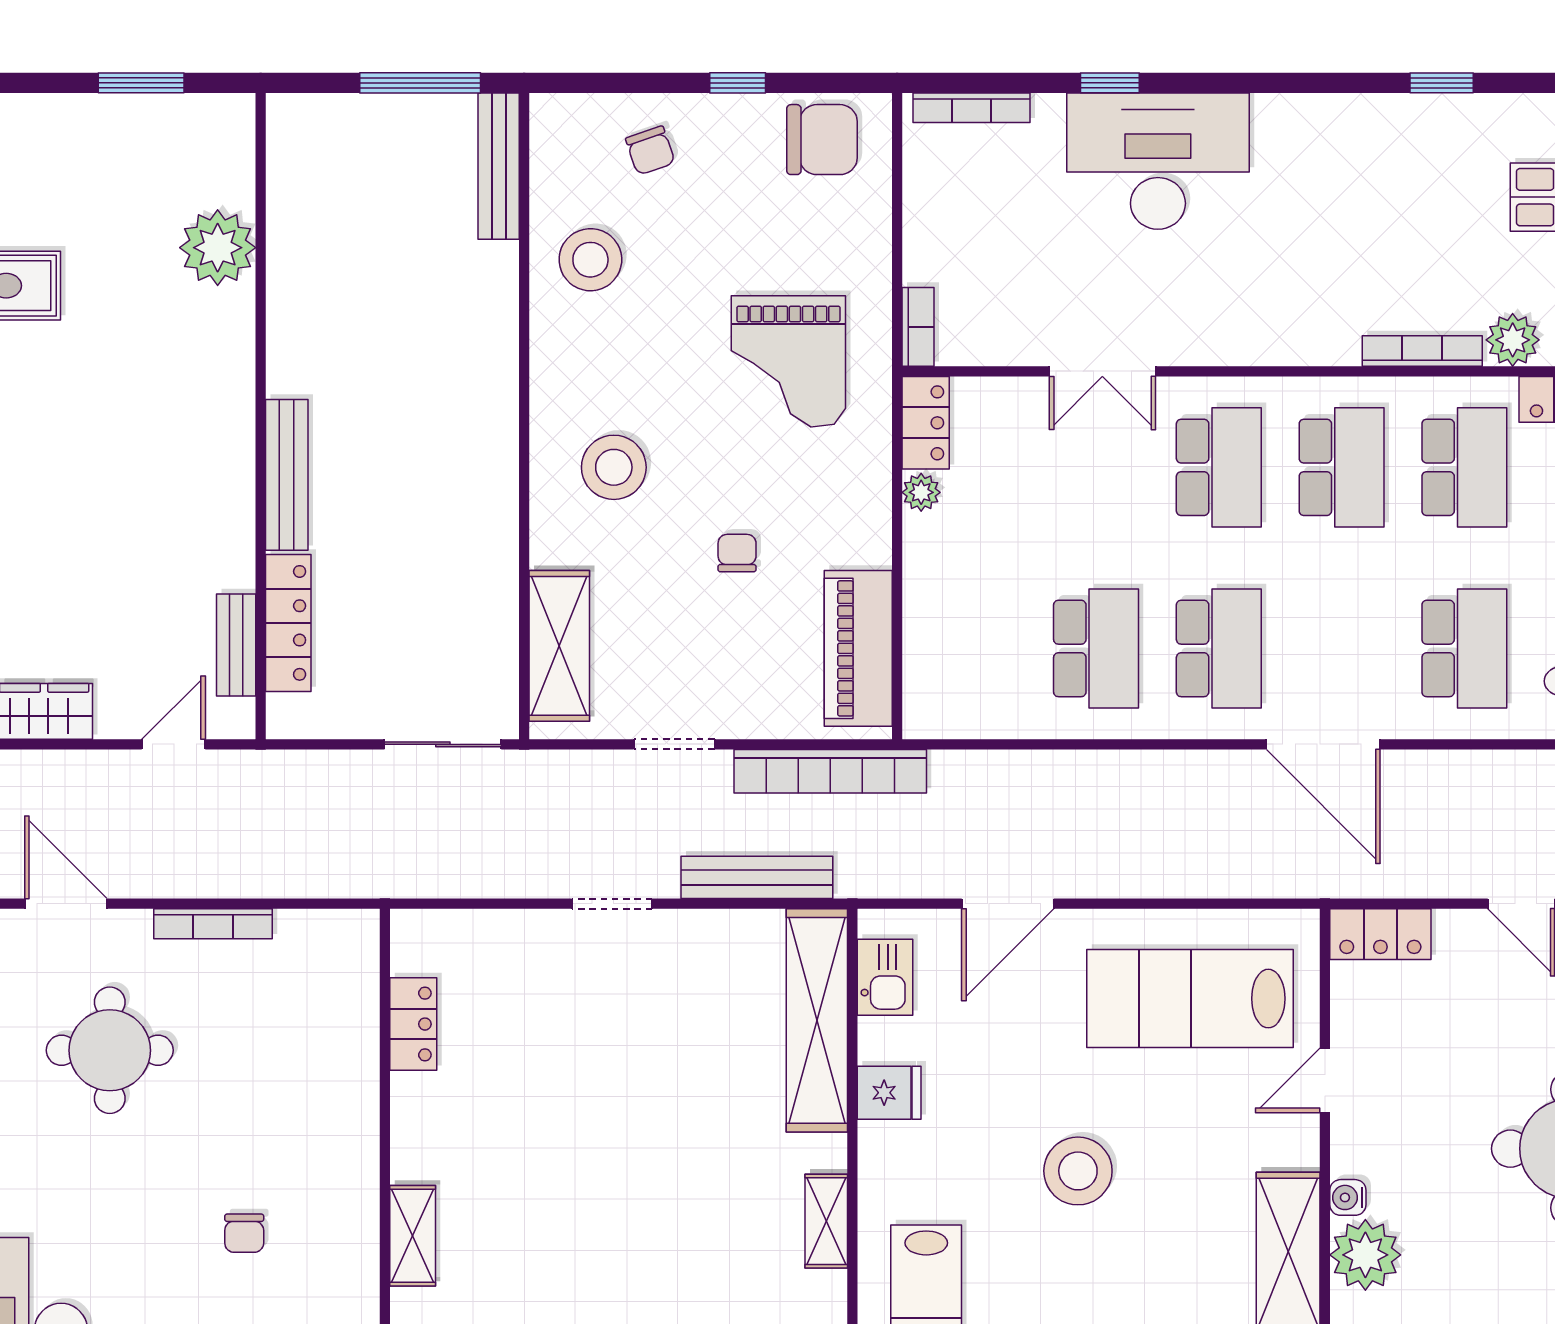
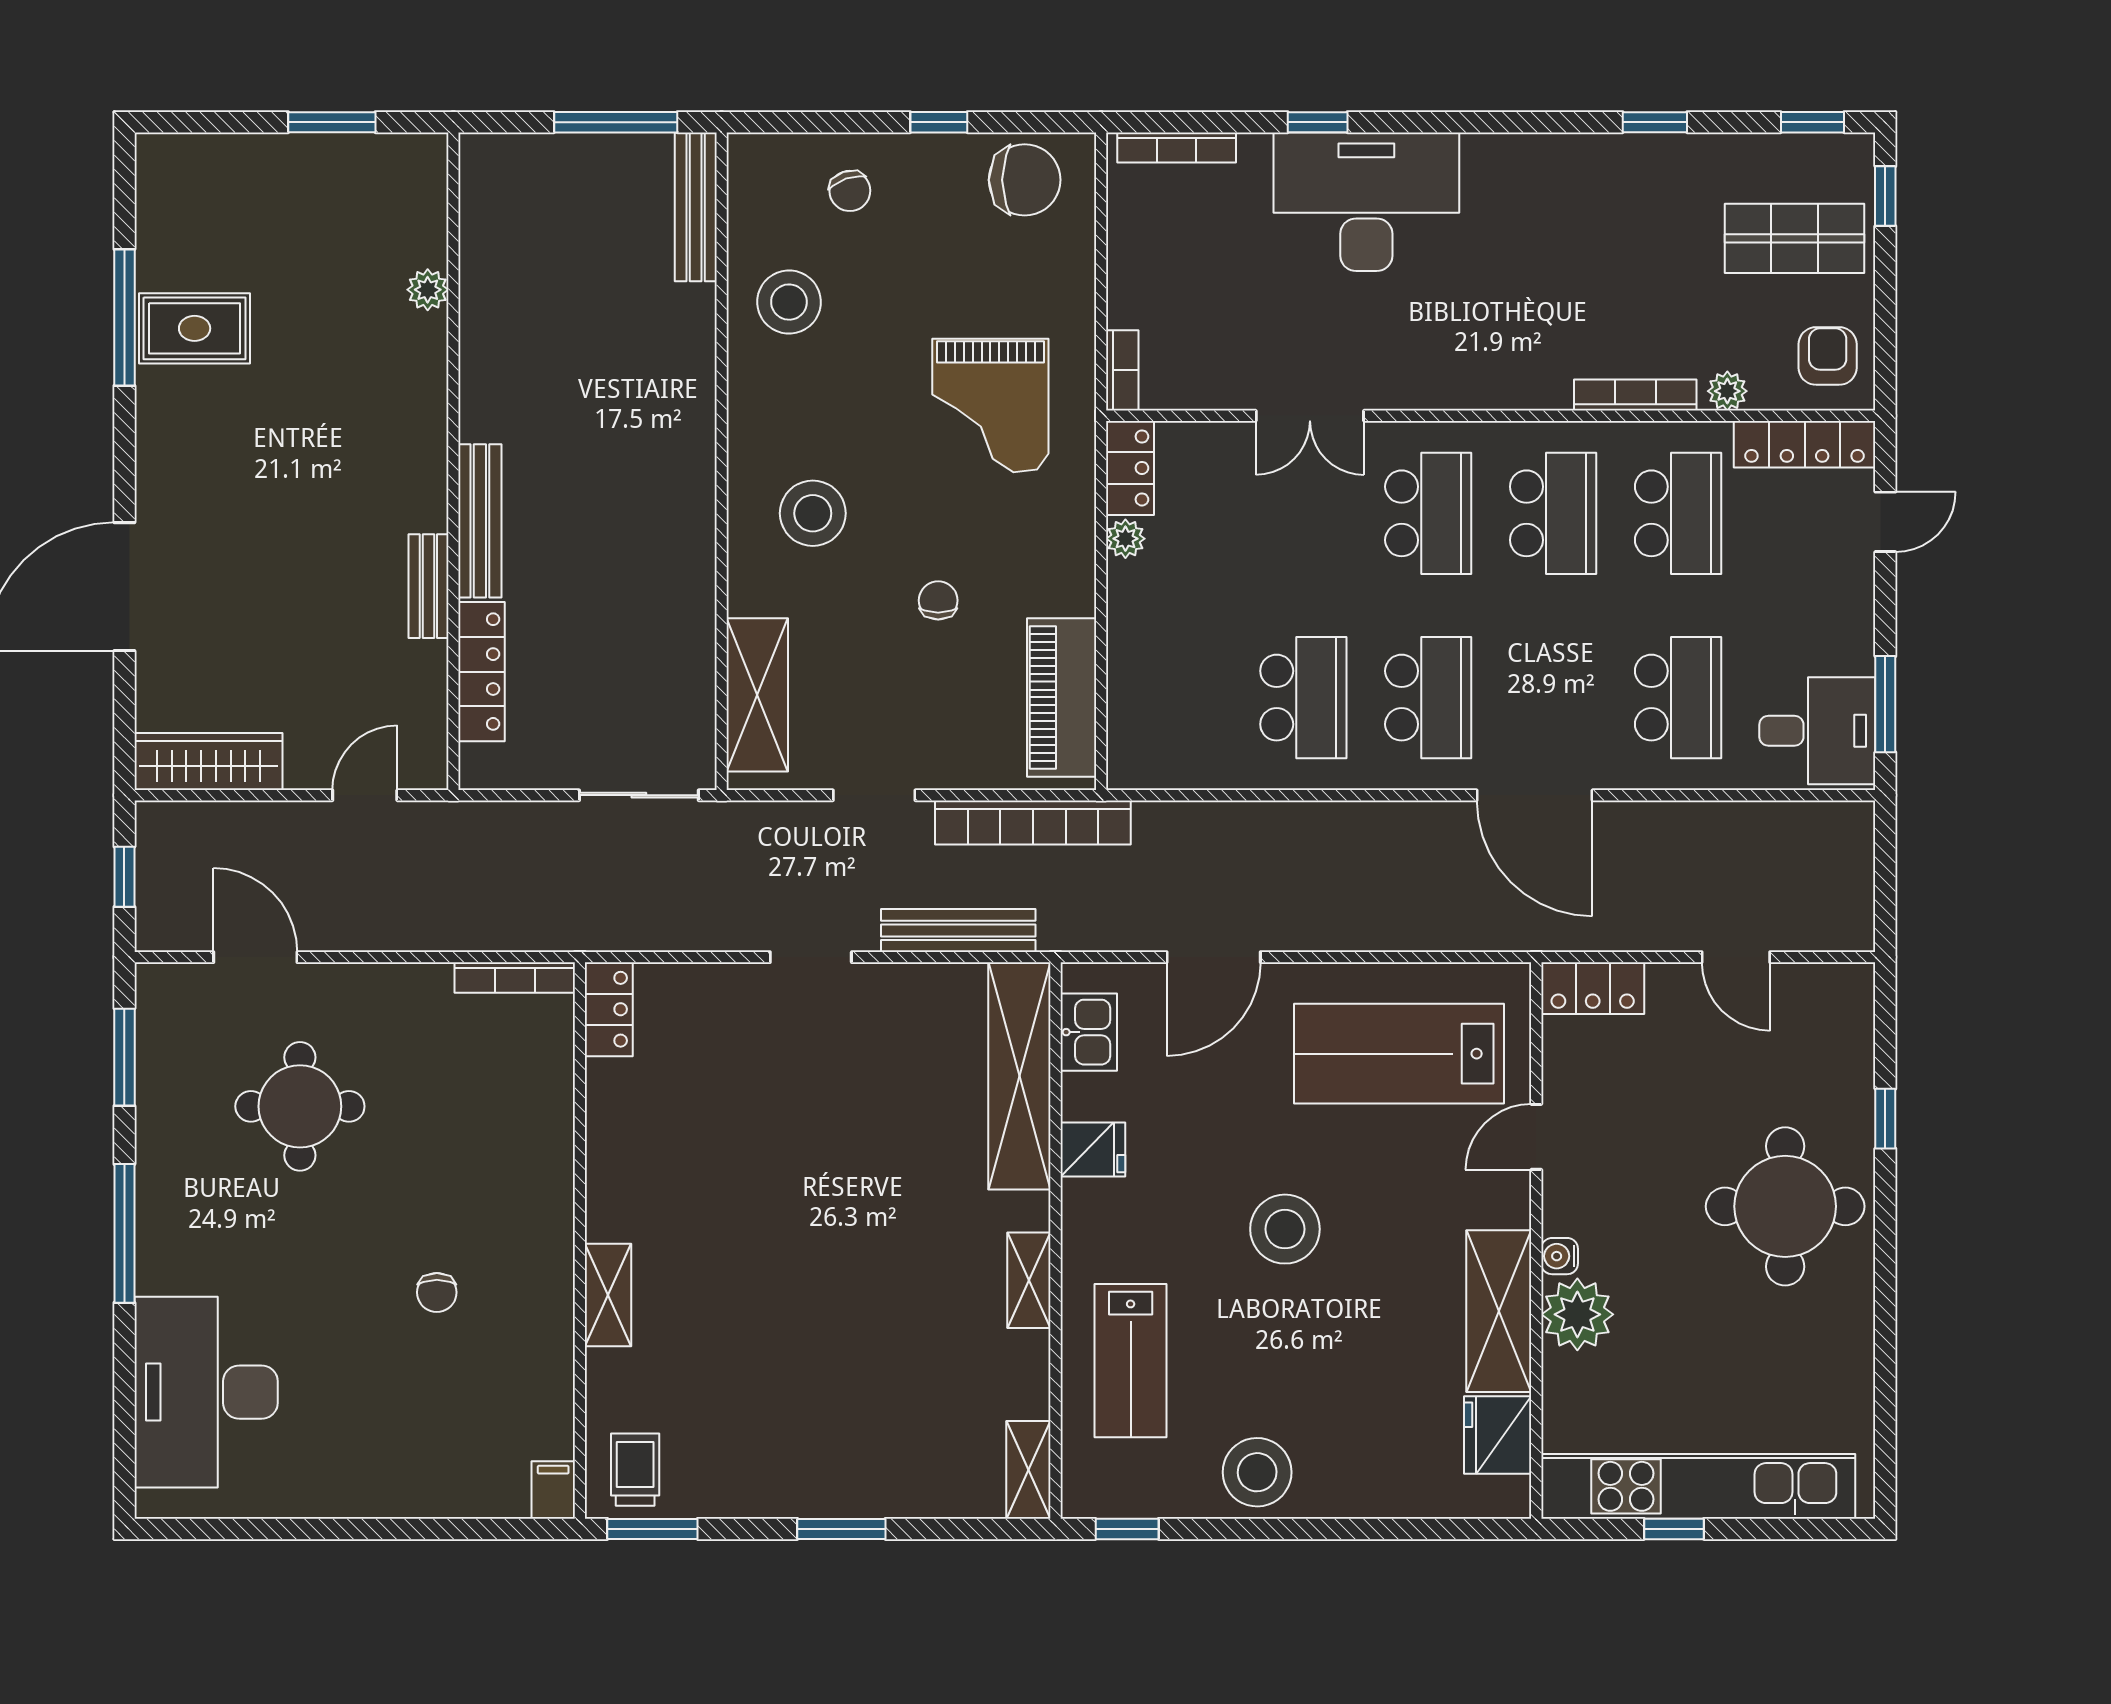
plant: (218, 248) -> (428, 290), width x0.53, depth x0.53
plant: (1513, 340) -> (1727, 391), width x0.73, depth x0.73
bench: (236, 645) -> (428, 586), moved
bookcase: (213, 924) -> (515, 978), moved
locker: (413, 1024) -> (609, 1009), moved

